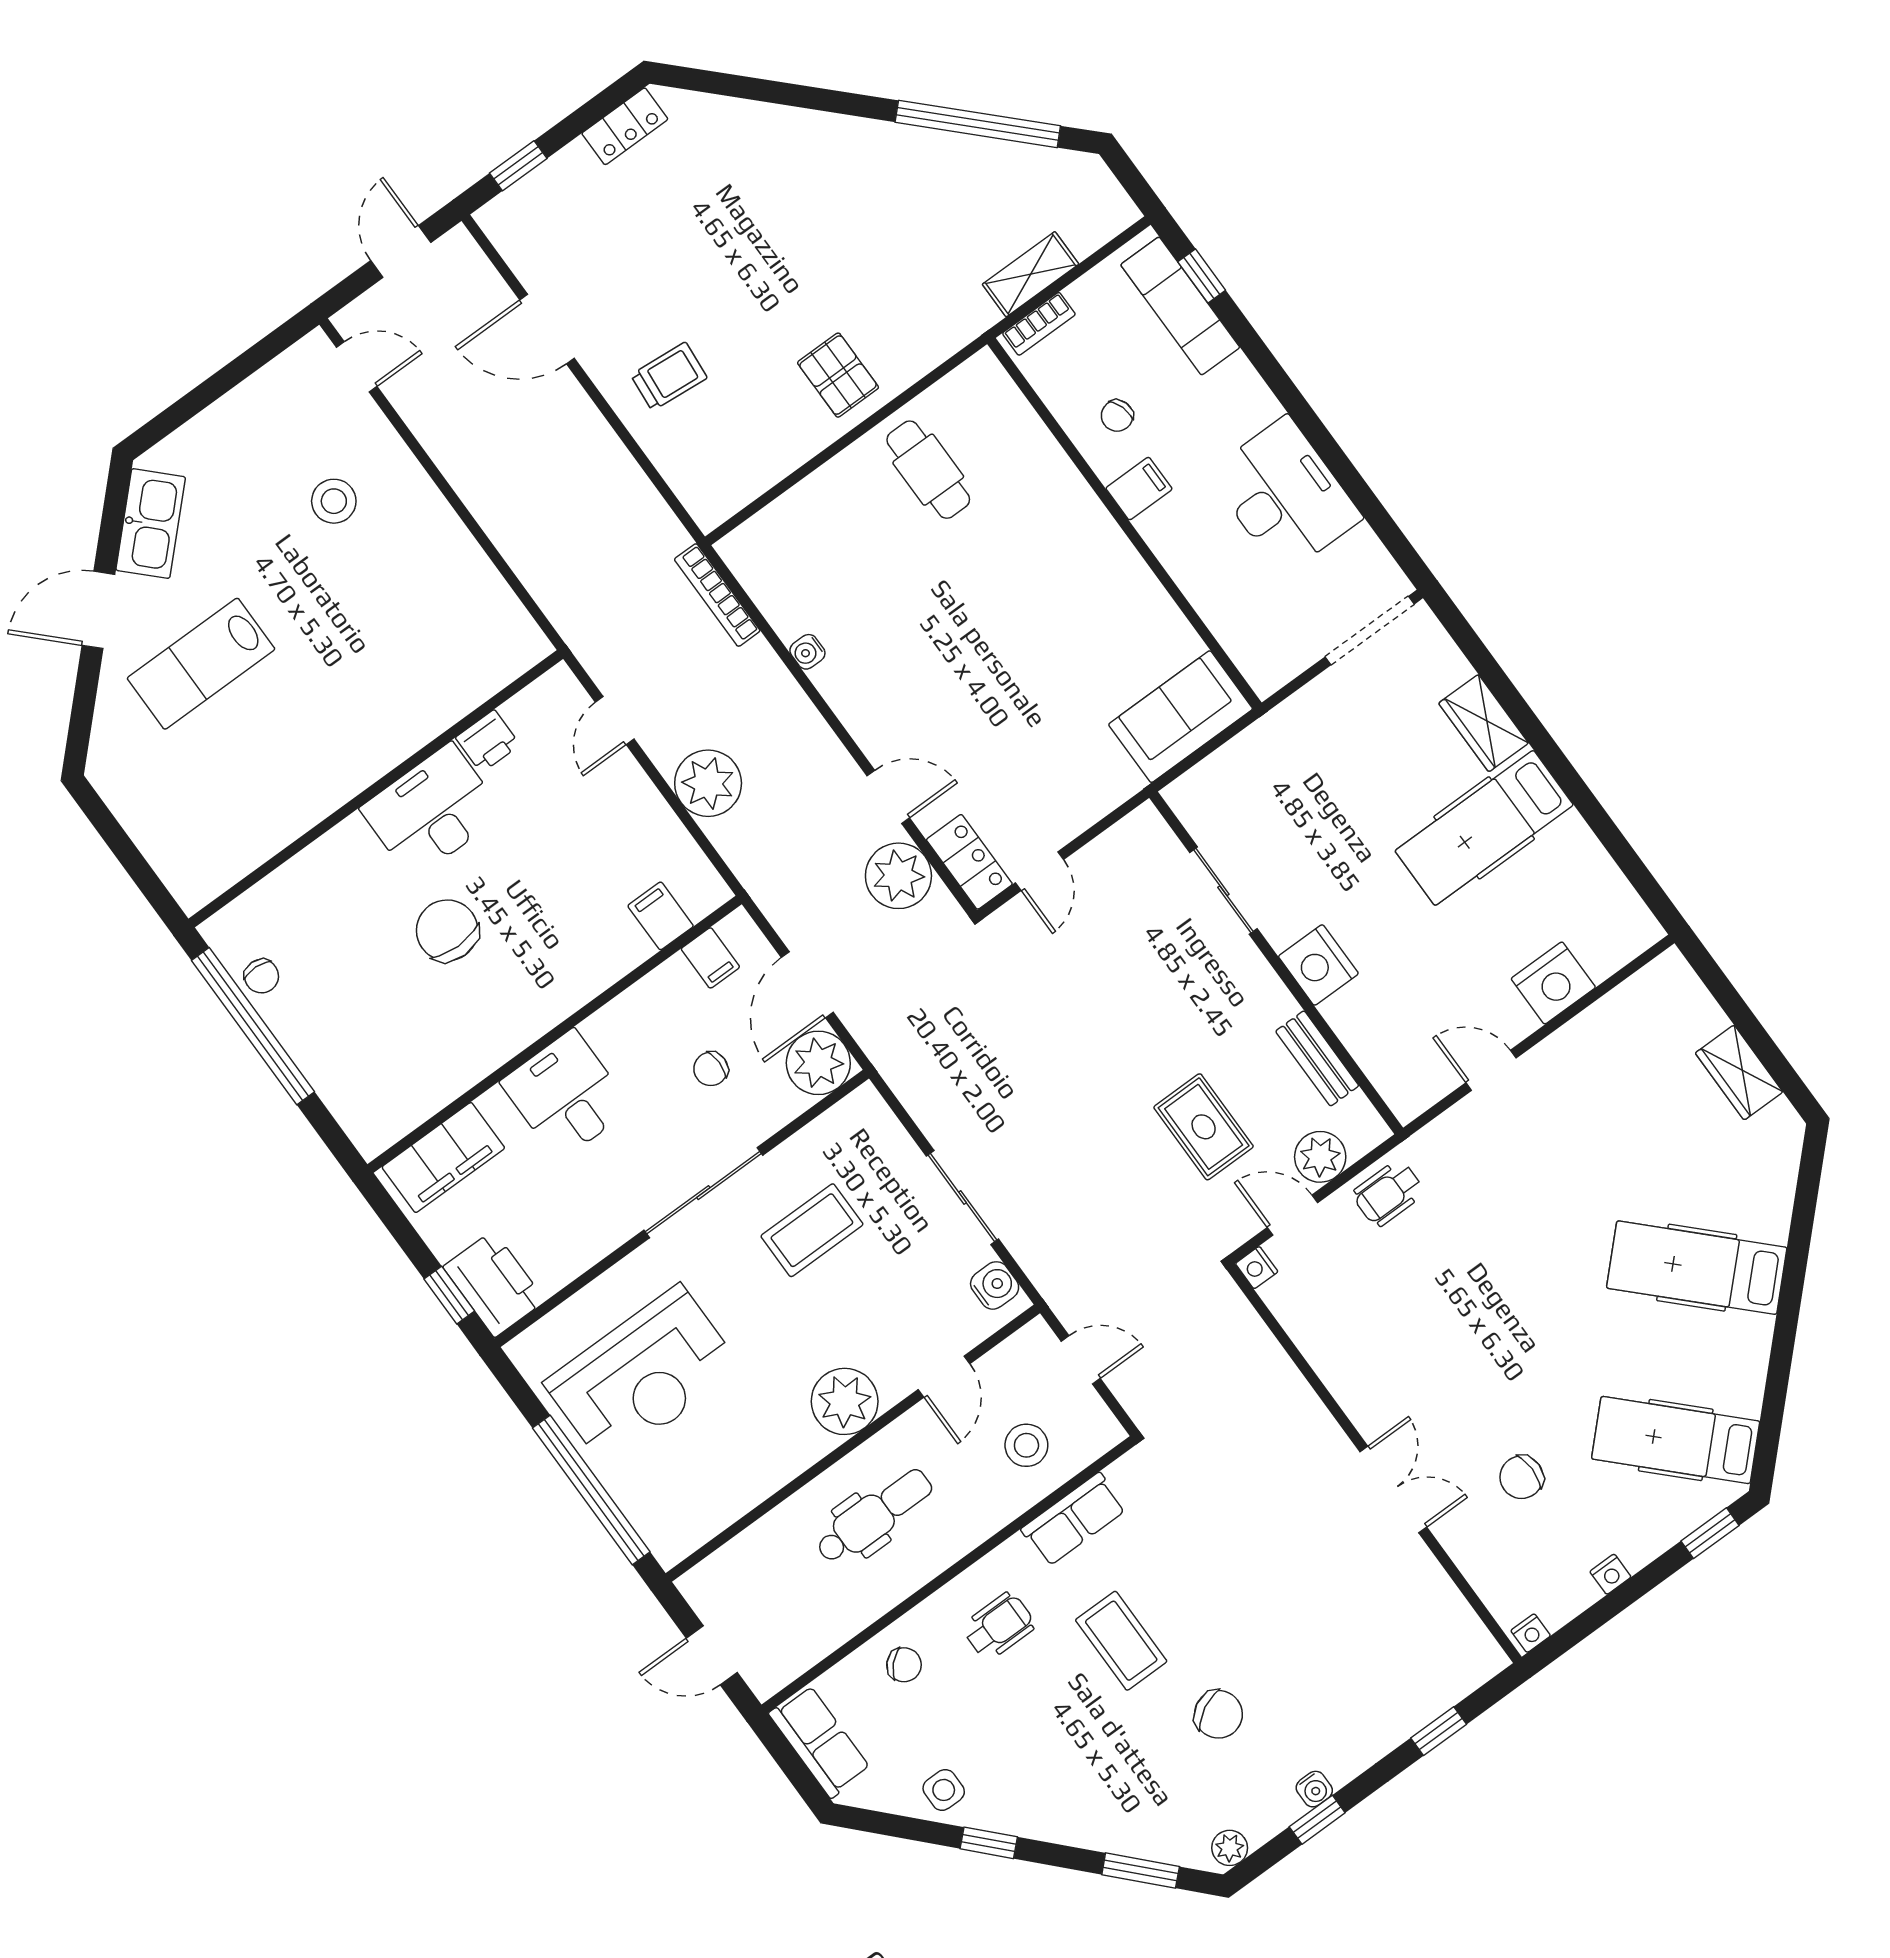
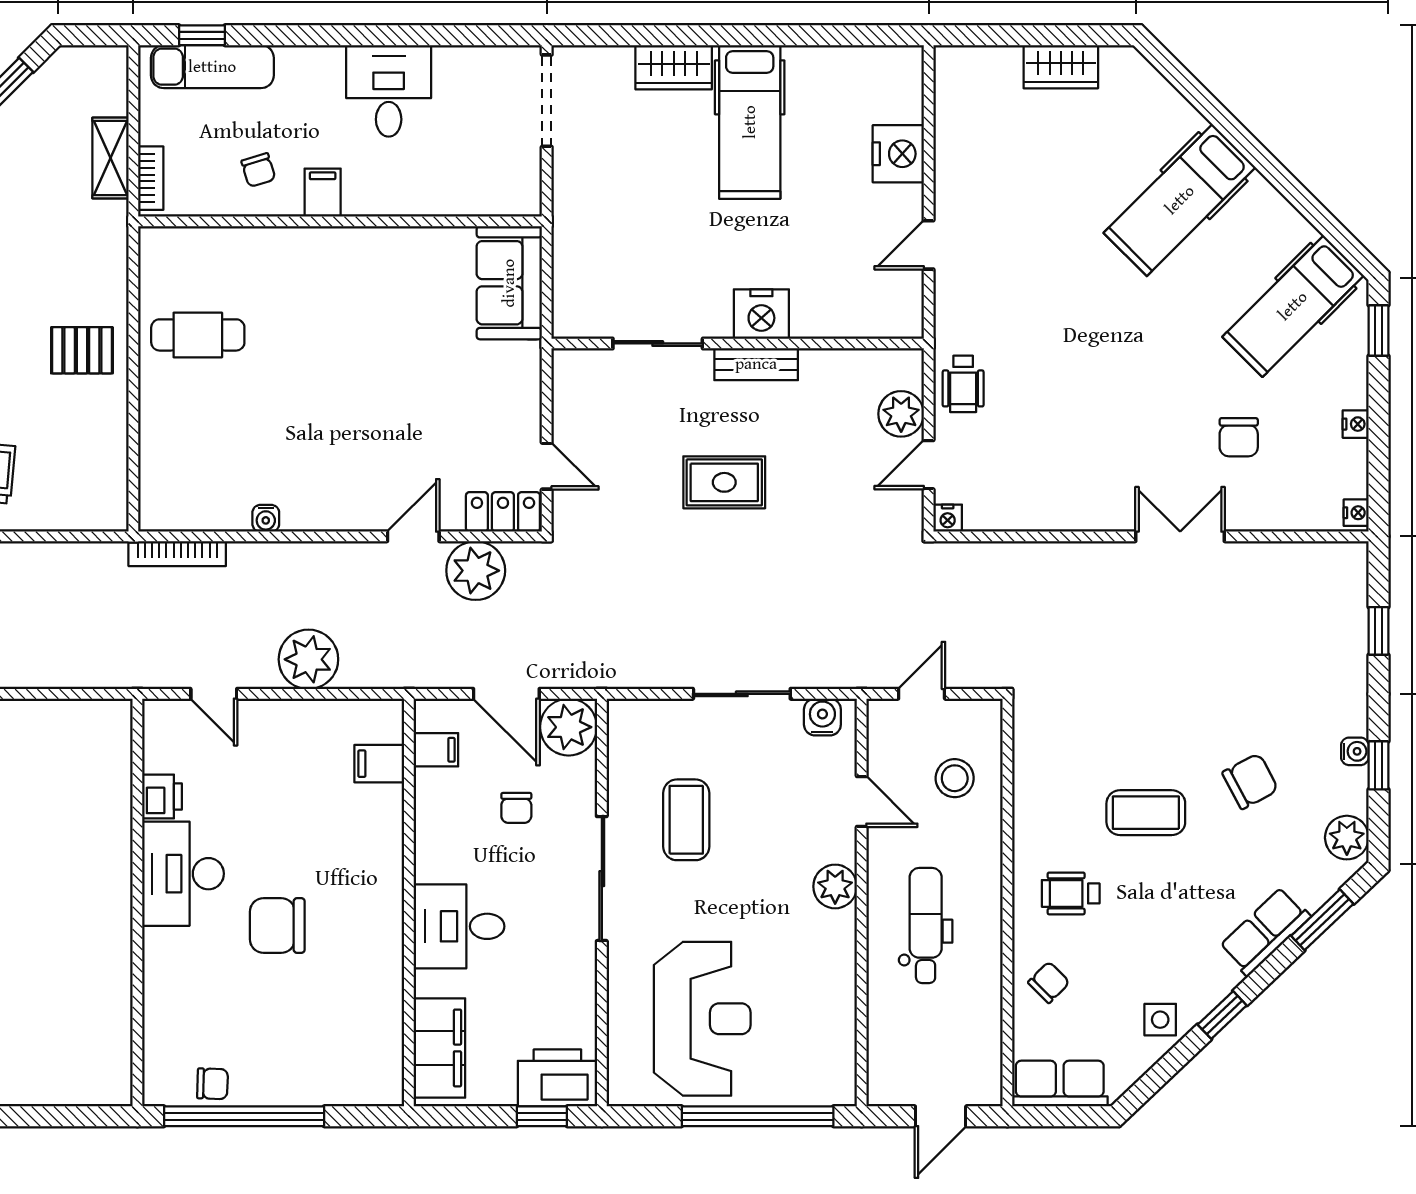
desk: (1285, 496) -> (389, 91), width x0.73
bench: (1317, 1058) -> (756, 364), moved
rug: (1204, 1127) -> (724, 482), moved
plant: (845, 1401) -> (835, 886), width x0.73, depth x0.73
row of seats: (1074, 1519) -> (1265, 932), moved, turned -134
wheelchair: (999, 1626) -> (1071, 893), turned -90
plant: (1230, 1848) -> (1347, 838), width x1.38, depth x1.38

